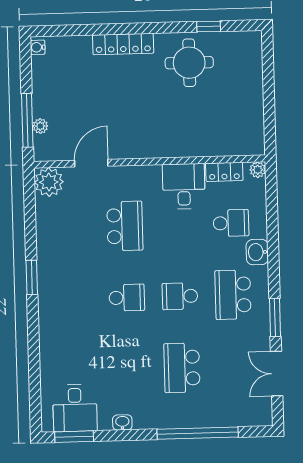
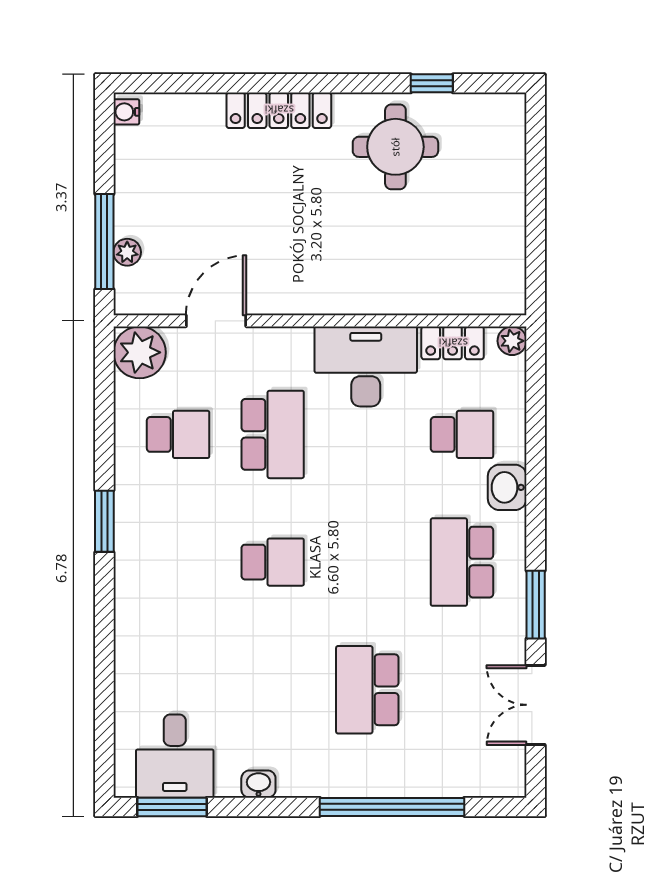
desk: (184, 186) -> (366, 366), width x1.37
school desk: (180, 296) -> (178, 434), moved, turned 180

